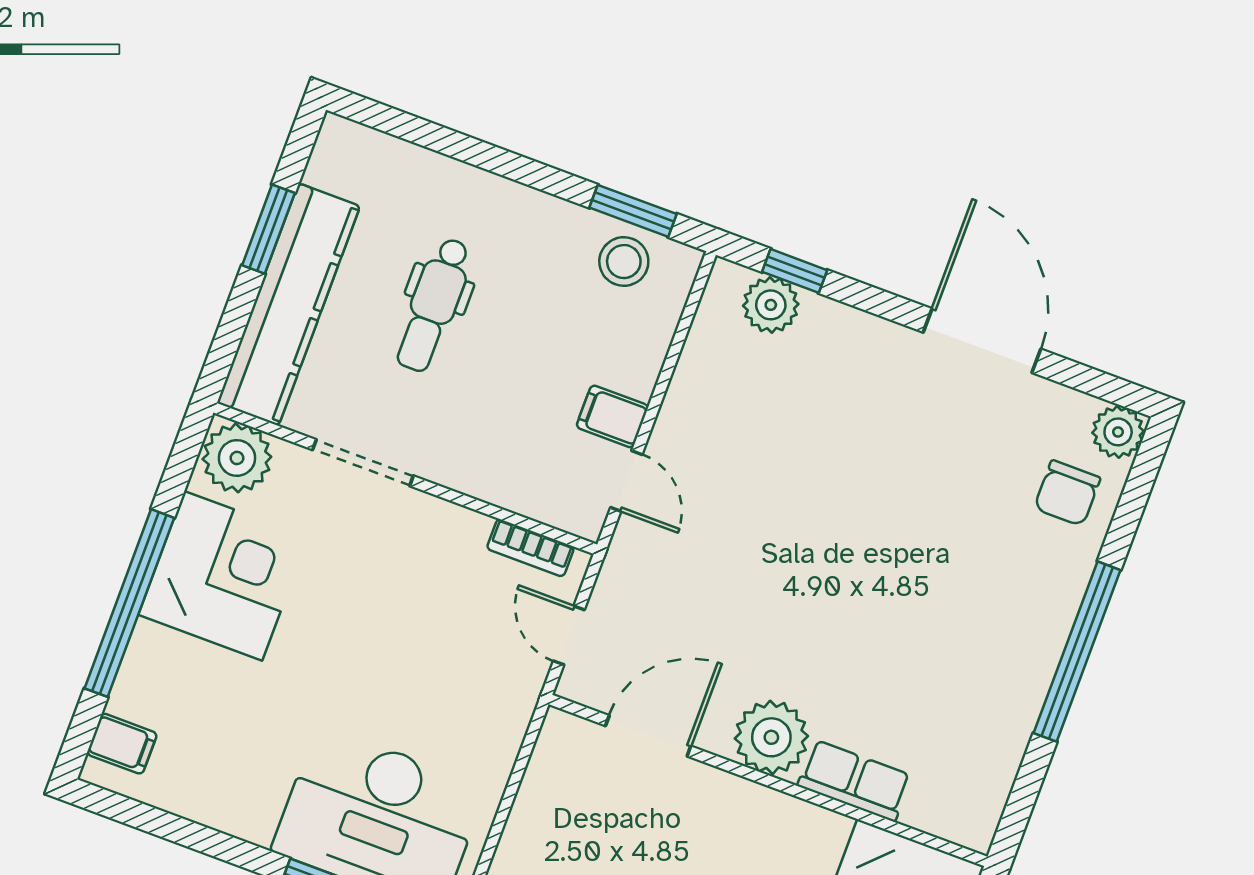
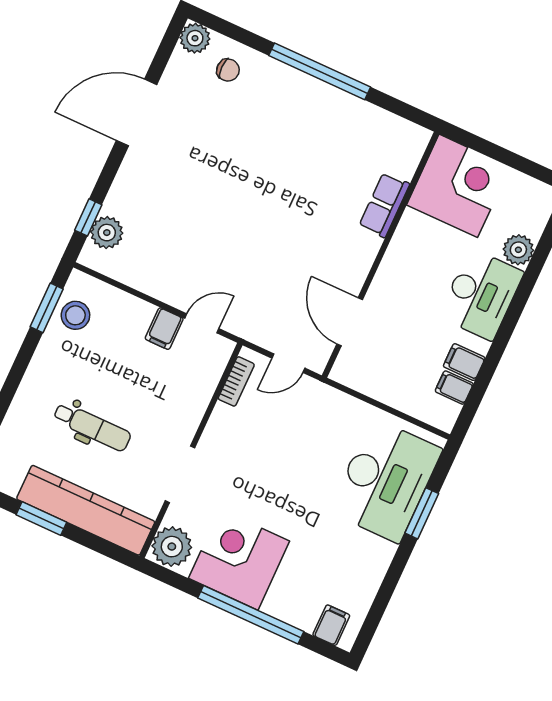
chair: (1067, 493) -> (228, 70), width x0.73, depth x0.73
plant: (771, 737) -> (356, 251), removed

